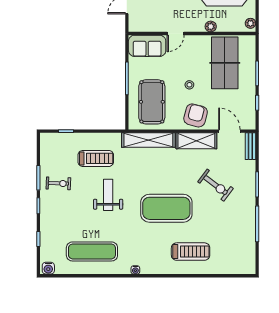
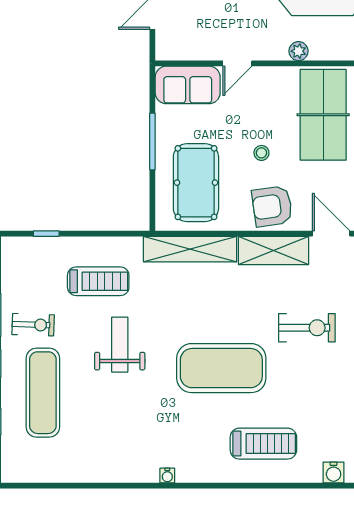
armchair: (196, 115) -> (272, 206), turned -113
exercise bike: (215, 185) -> (307, 328), turned -37
exercise mat: (92, 251) -> (43, 393), moved, turned 90
water cooler: (48, 268) -> (334, 472), moved

